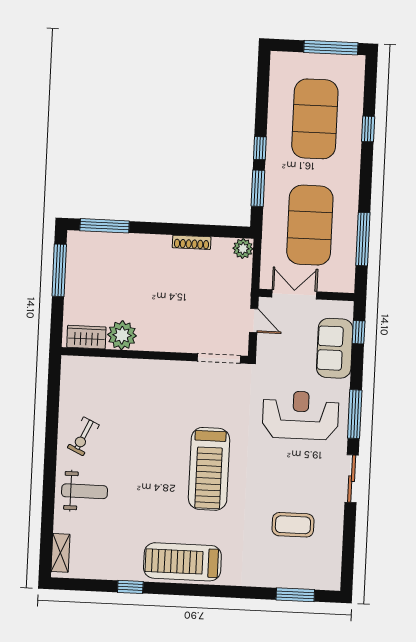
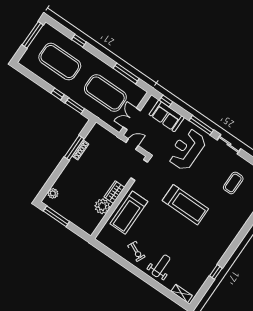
window: (105, 226) -> (74, 148), moved
plant: (243, 249) -> (53, 193), moved
wardrobe: (86, 337) -> (114, 192), moved
treadmill: (182, 562) -> (129, 213), moved

